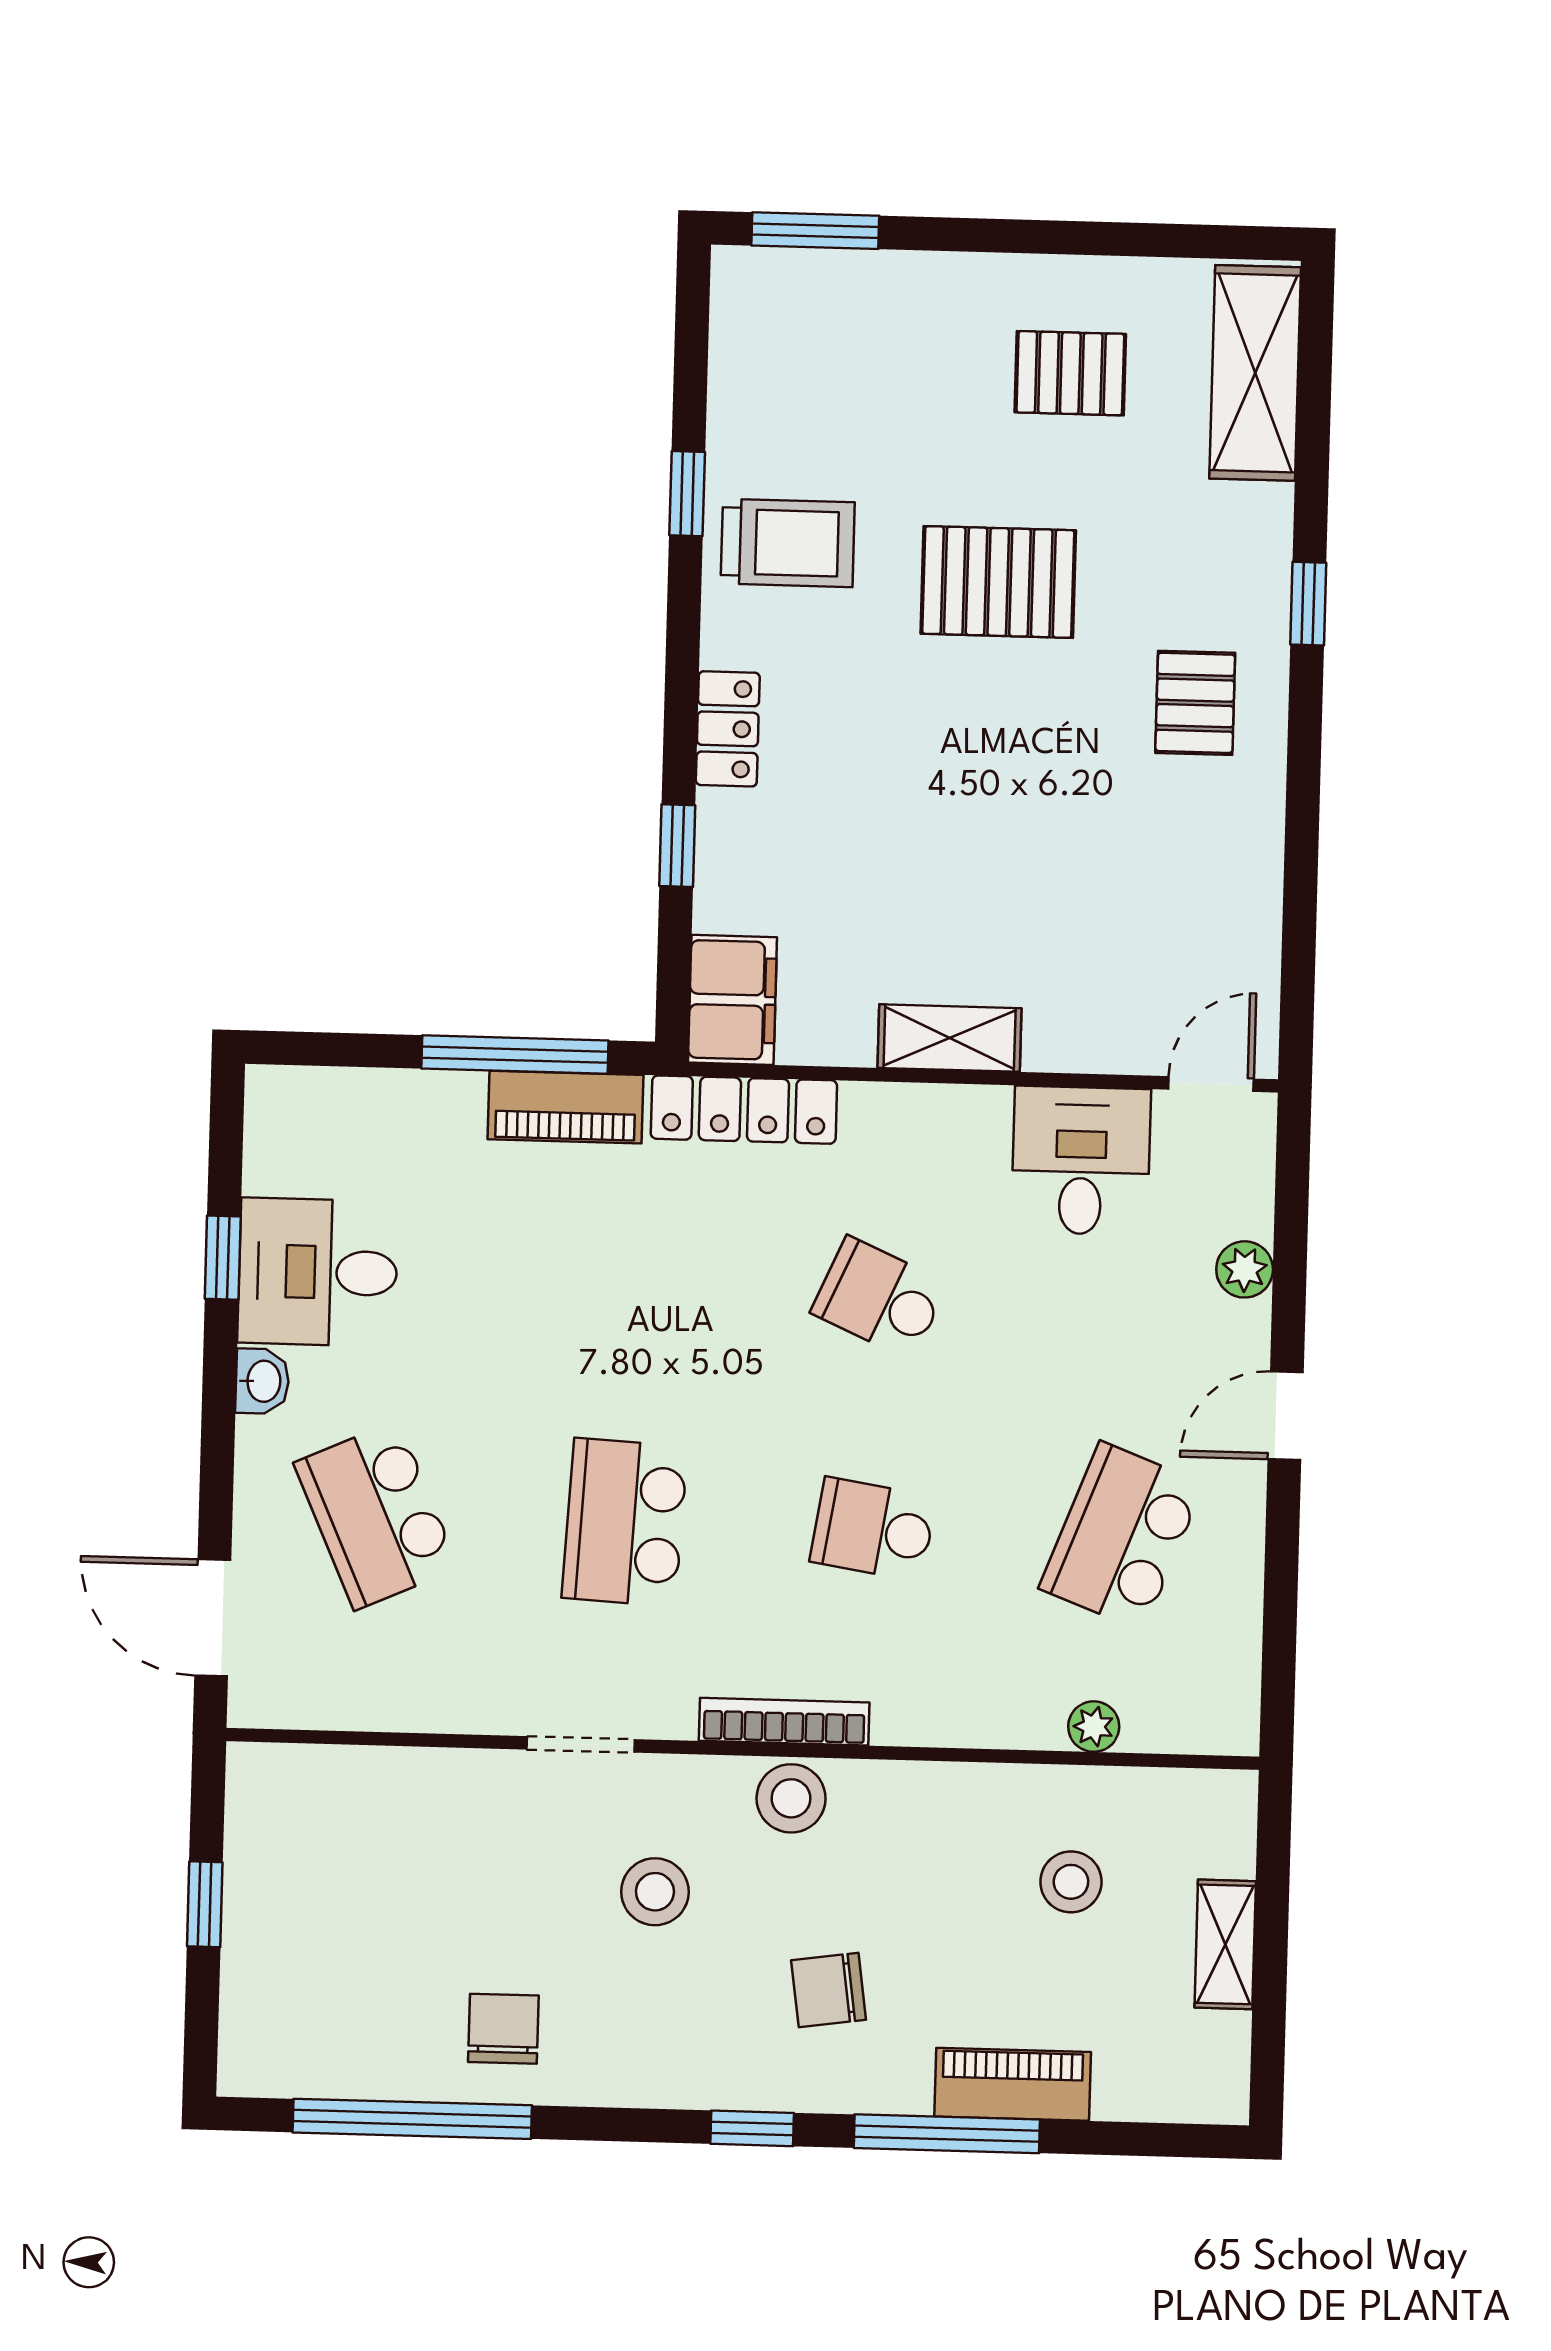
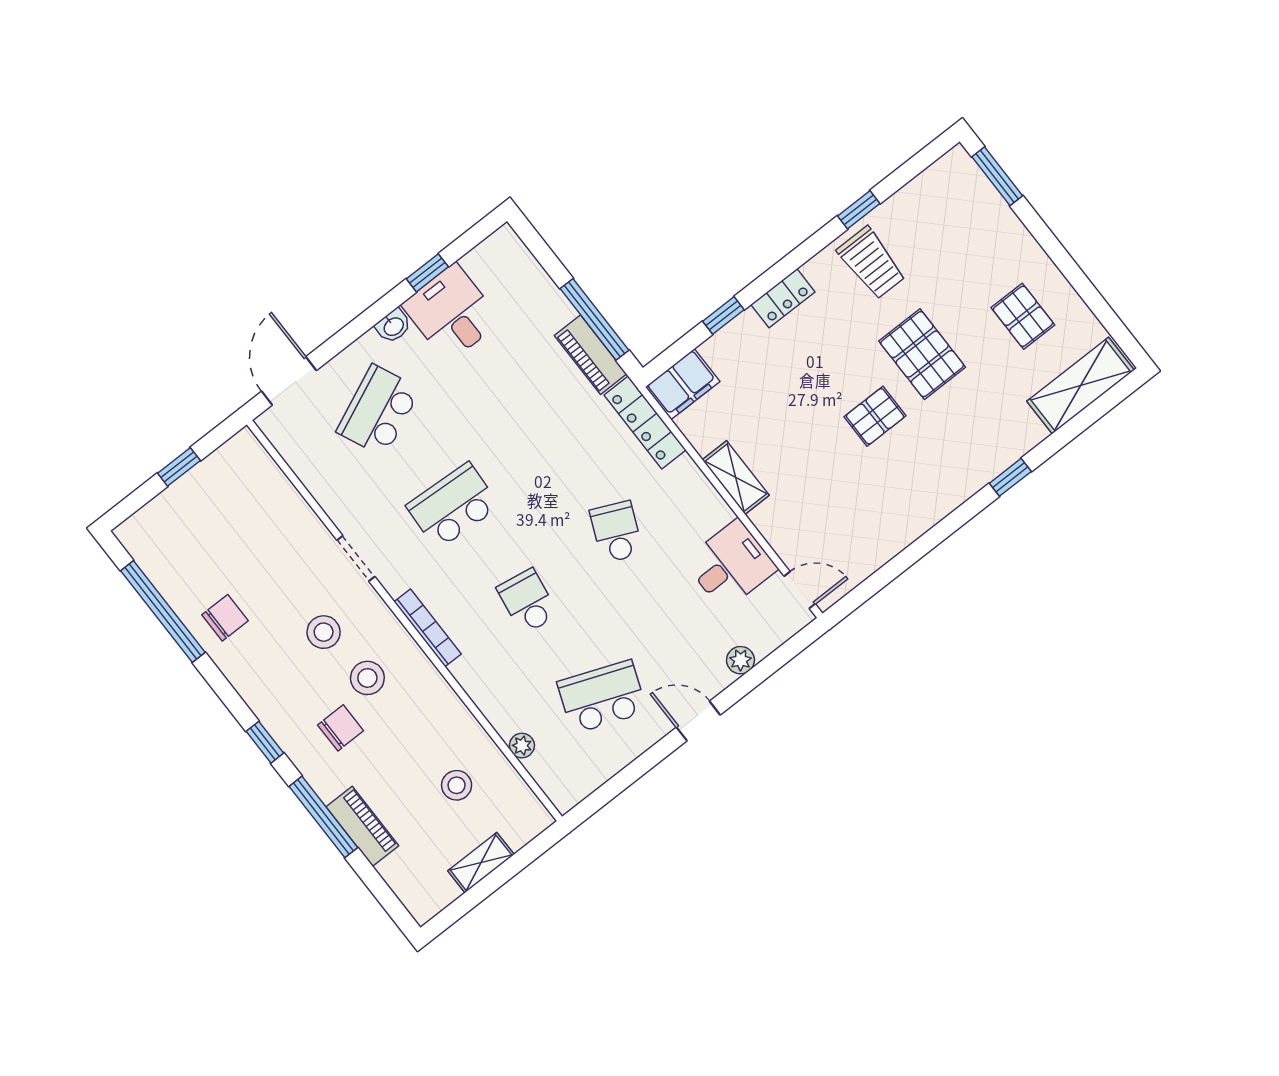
pallet: (1195, 703) -> (875, 416), moved
stool: (791, 1798) -> (367, 678), moved
chair: (829, 1990) -> (341, 728), turned 98

